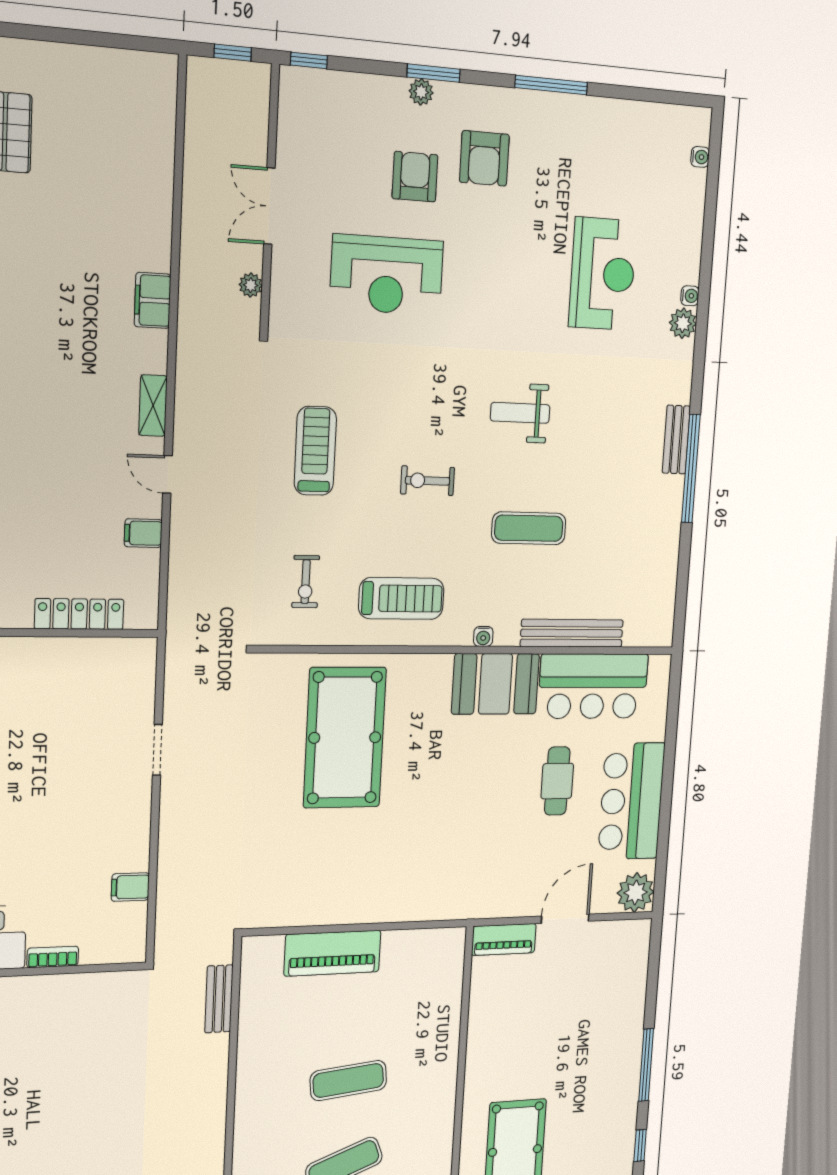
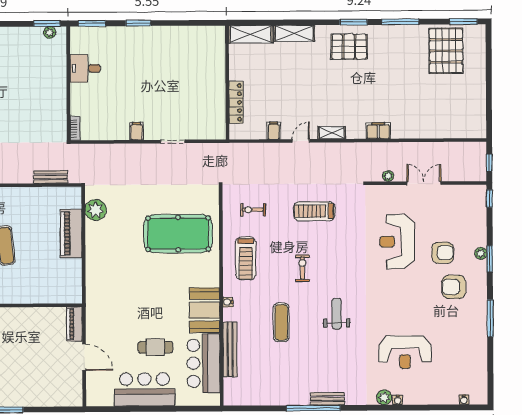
treadmill: (315, 451) -> (314, 211), turned 180
filing cabinet: (130, 887) -> (137, 131), moved
plant: (636, 892) -> (96, 210), moved
bookcase: (53, 957) -> (75, 128), moved

